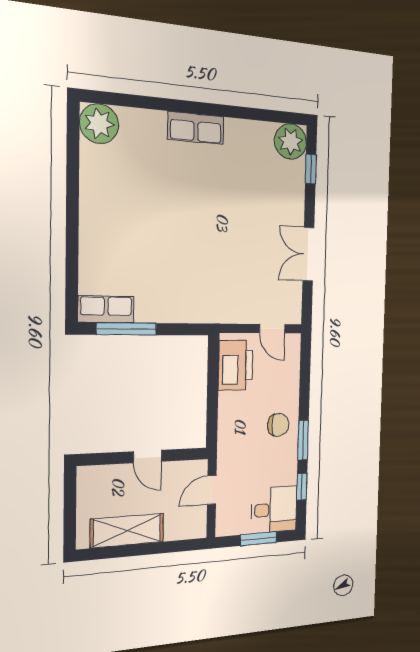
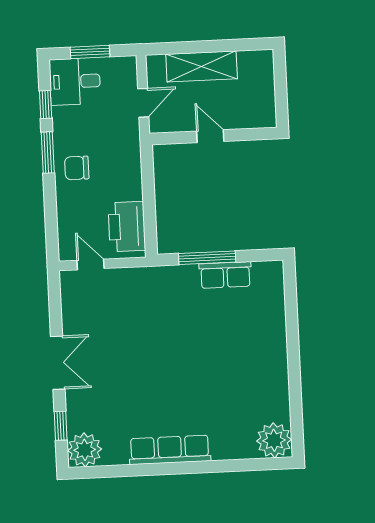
row of seats: (196, 128) -> (170, 450), width x1.48
double door: (308, 254) -> (58, 363), moved
row of seats: (106, 309) -> (225, 275), moved
window: (127, 329) -> (207, 258), moved
shelving: (127, 531) -> (202, 66), moved

